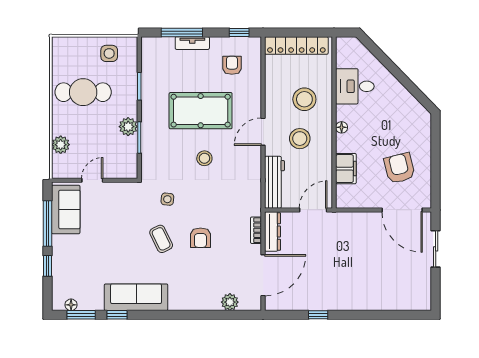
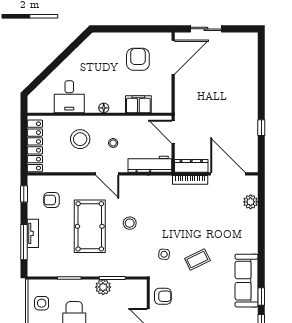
stool: (300, 139) -> (113, 143), width x0.53, depth x0.53
armchair: (399, 168) -> (138, 59), turned 104
bookcase: (256, 230) -> (190, 180), width x1.56
armchair: (200, 238) -> (163, 296), moved

